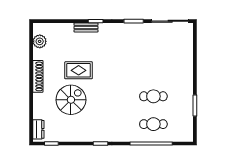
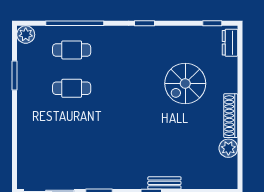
plant: (40, 41) -> (228, 148), moved
rug: (79, 70) -> (175, 124), removed
plant: (187, 135) -> (26, 35), added

